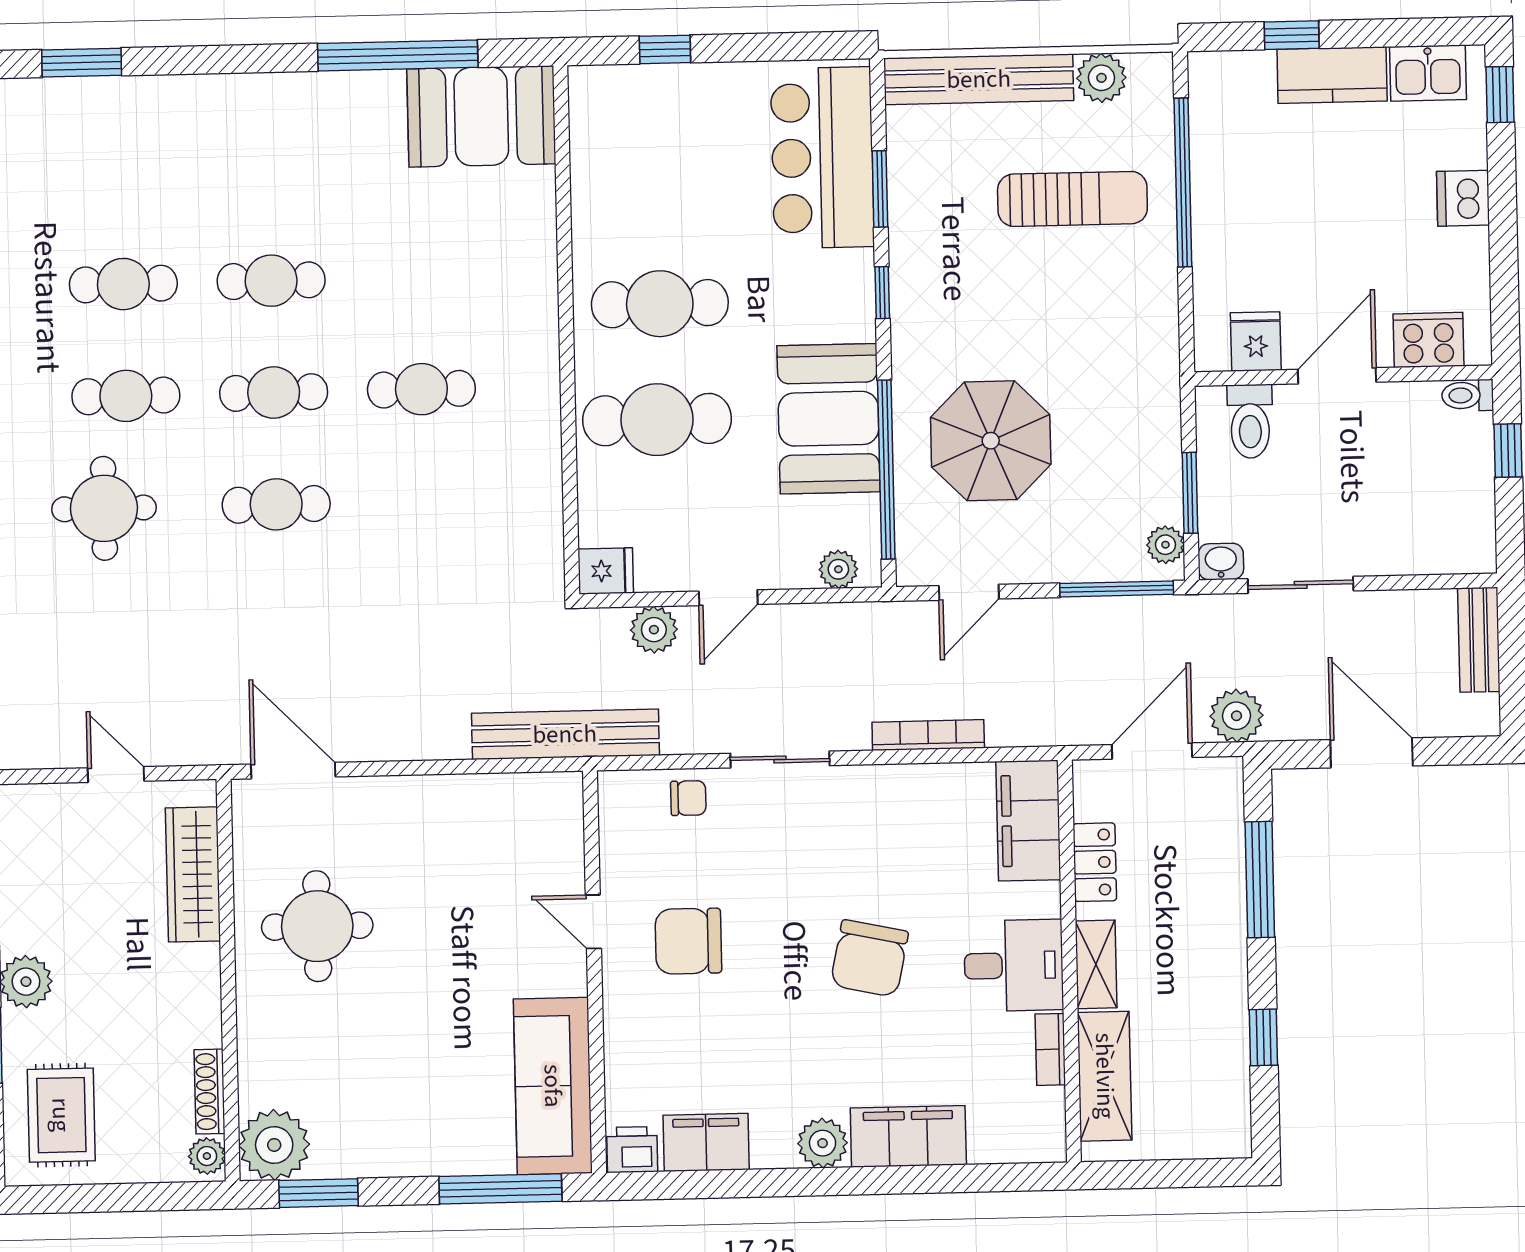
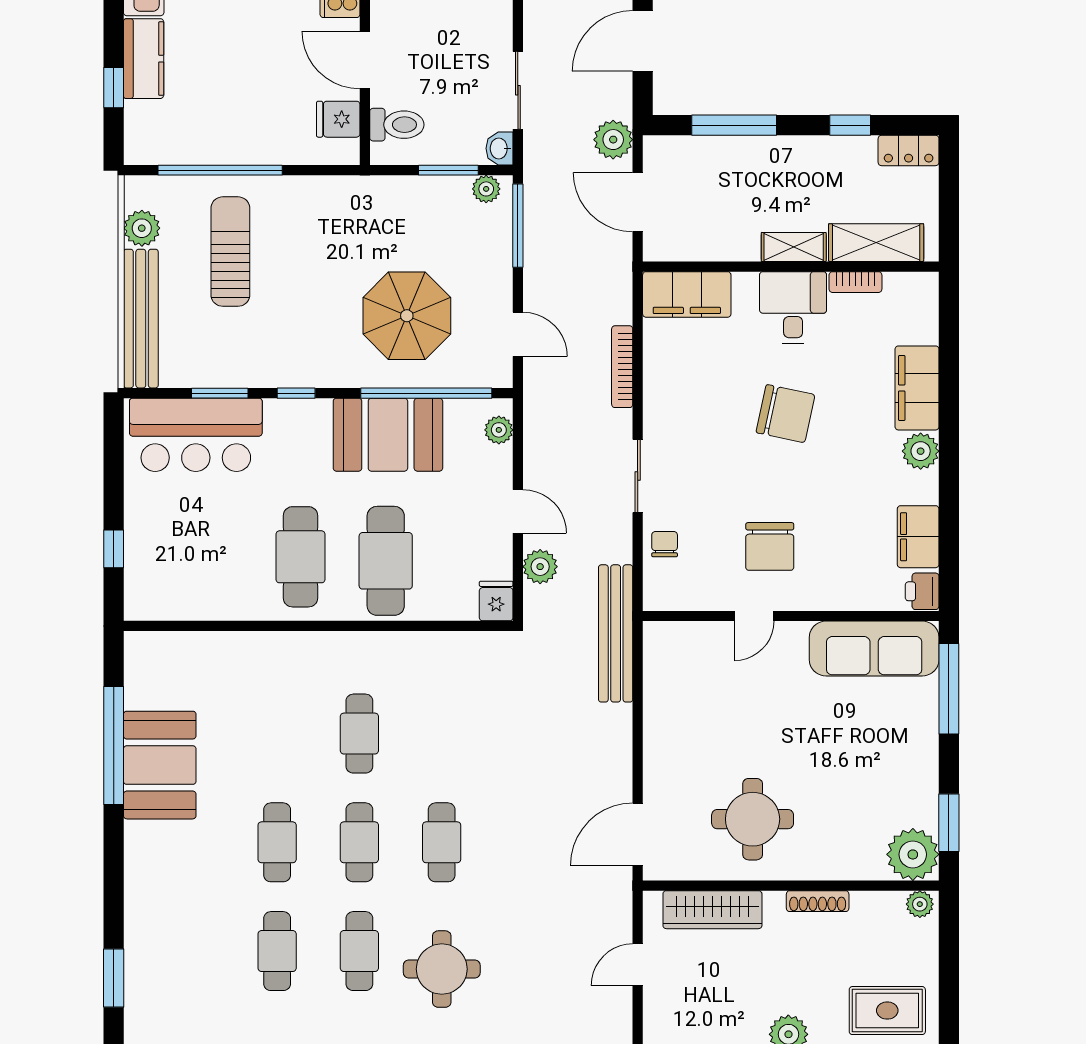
booth: (481, 116) -> (160, 765), moved
locker: (1095, 862) -> (909, 150), moved, turned 180
shoe rack: (209, 1092) -> (818, 901), moved

